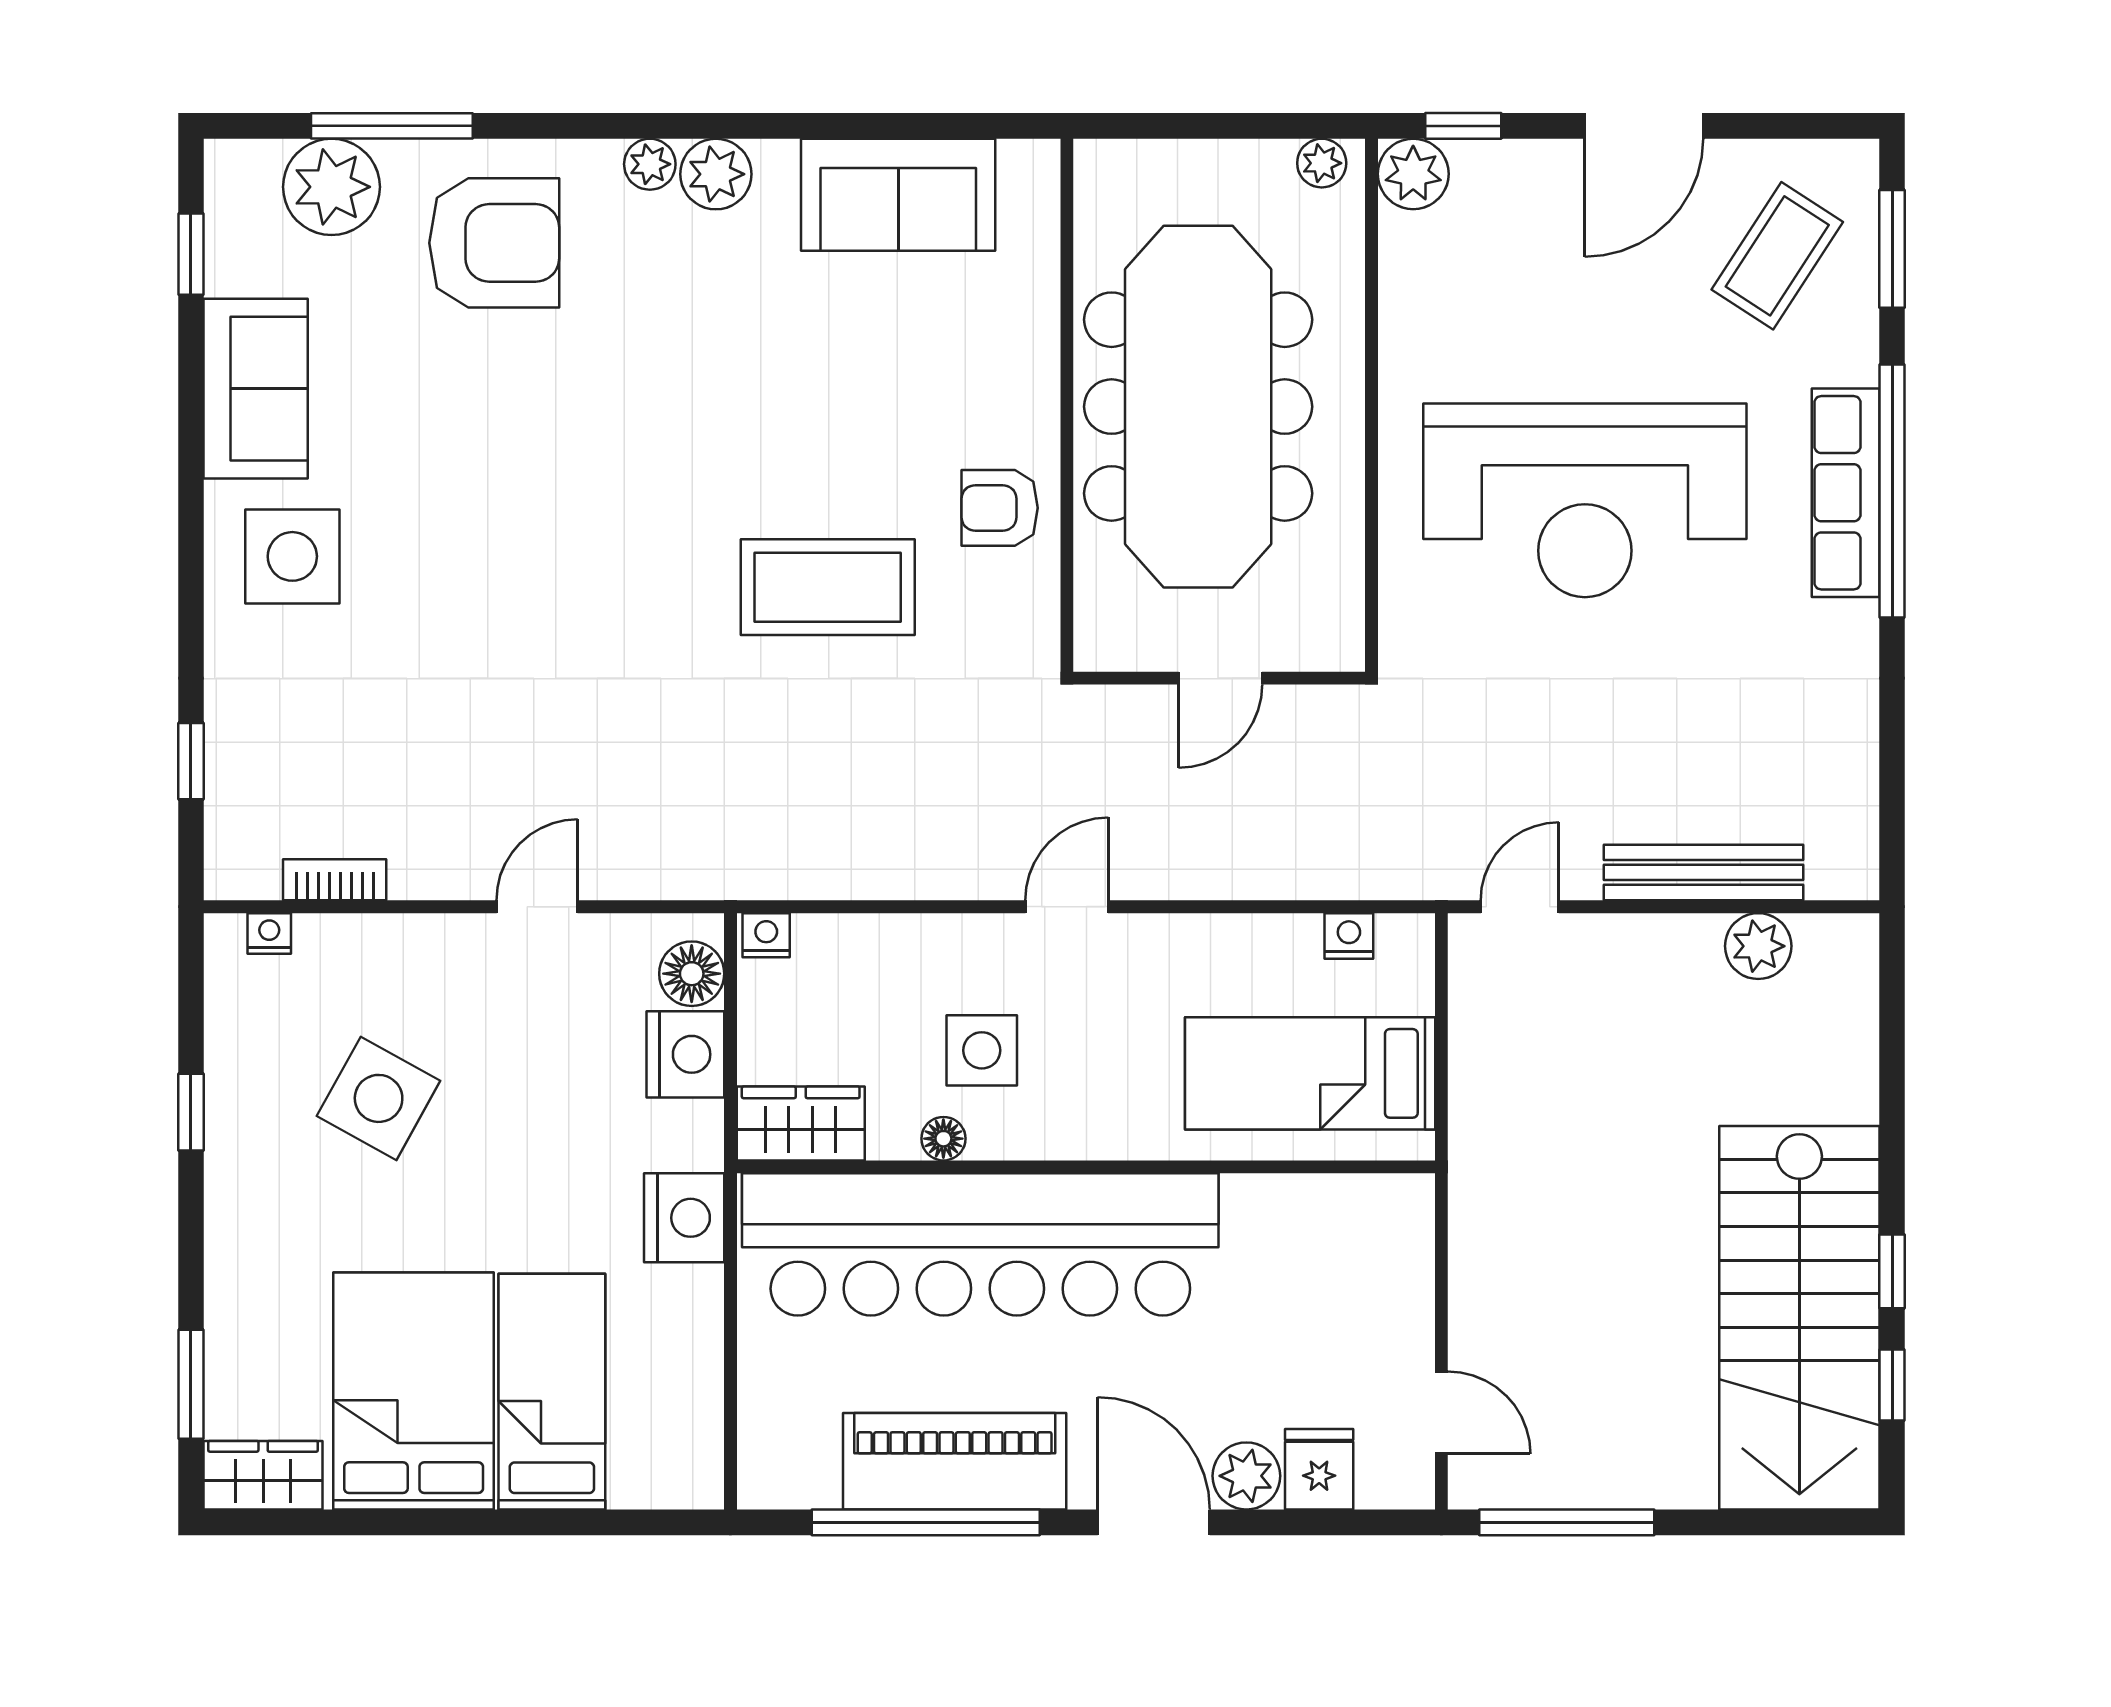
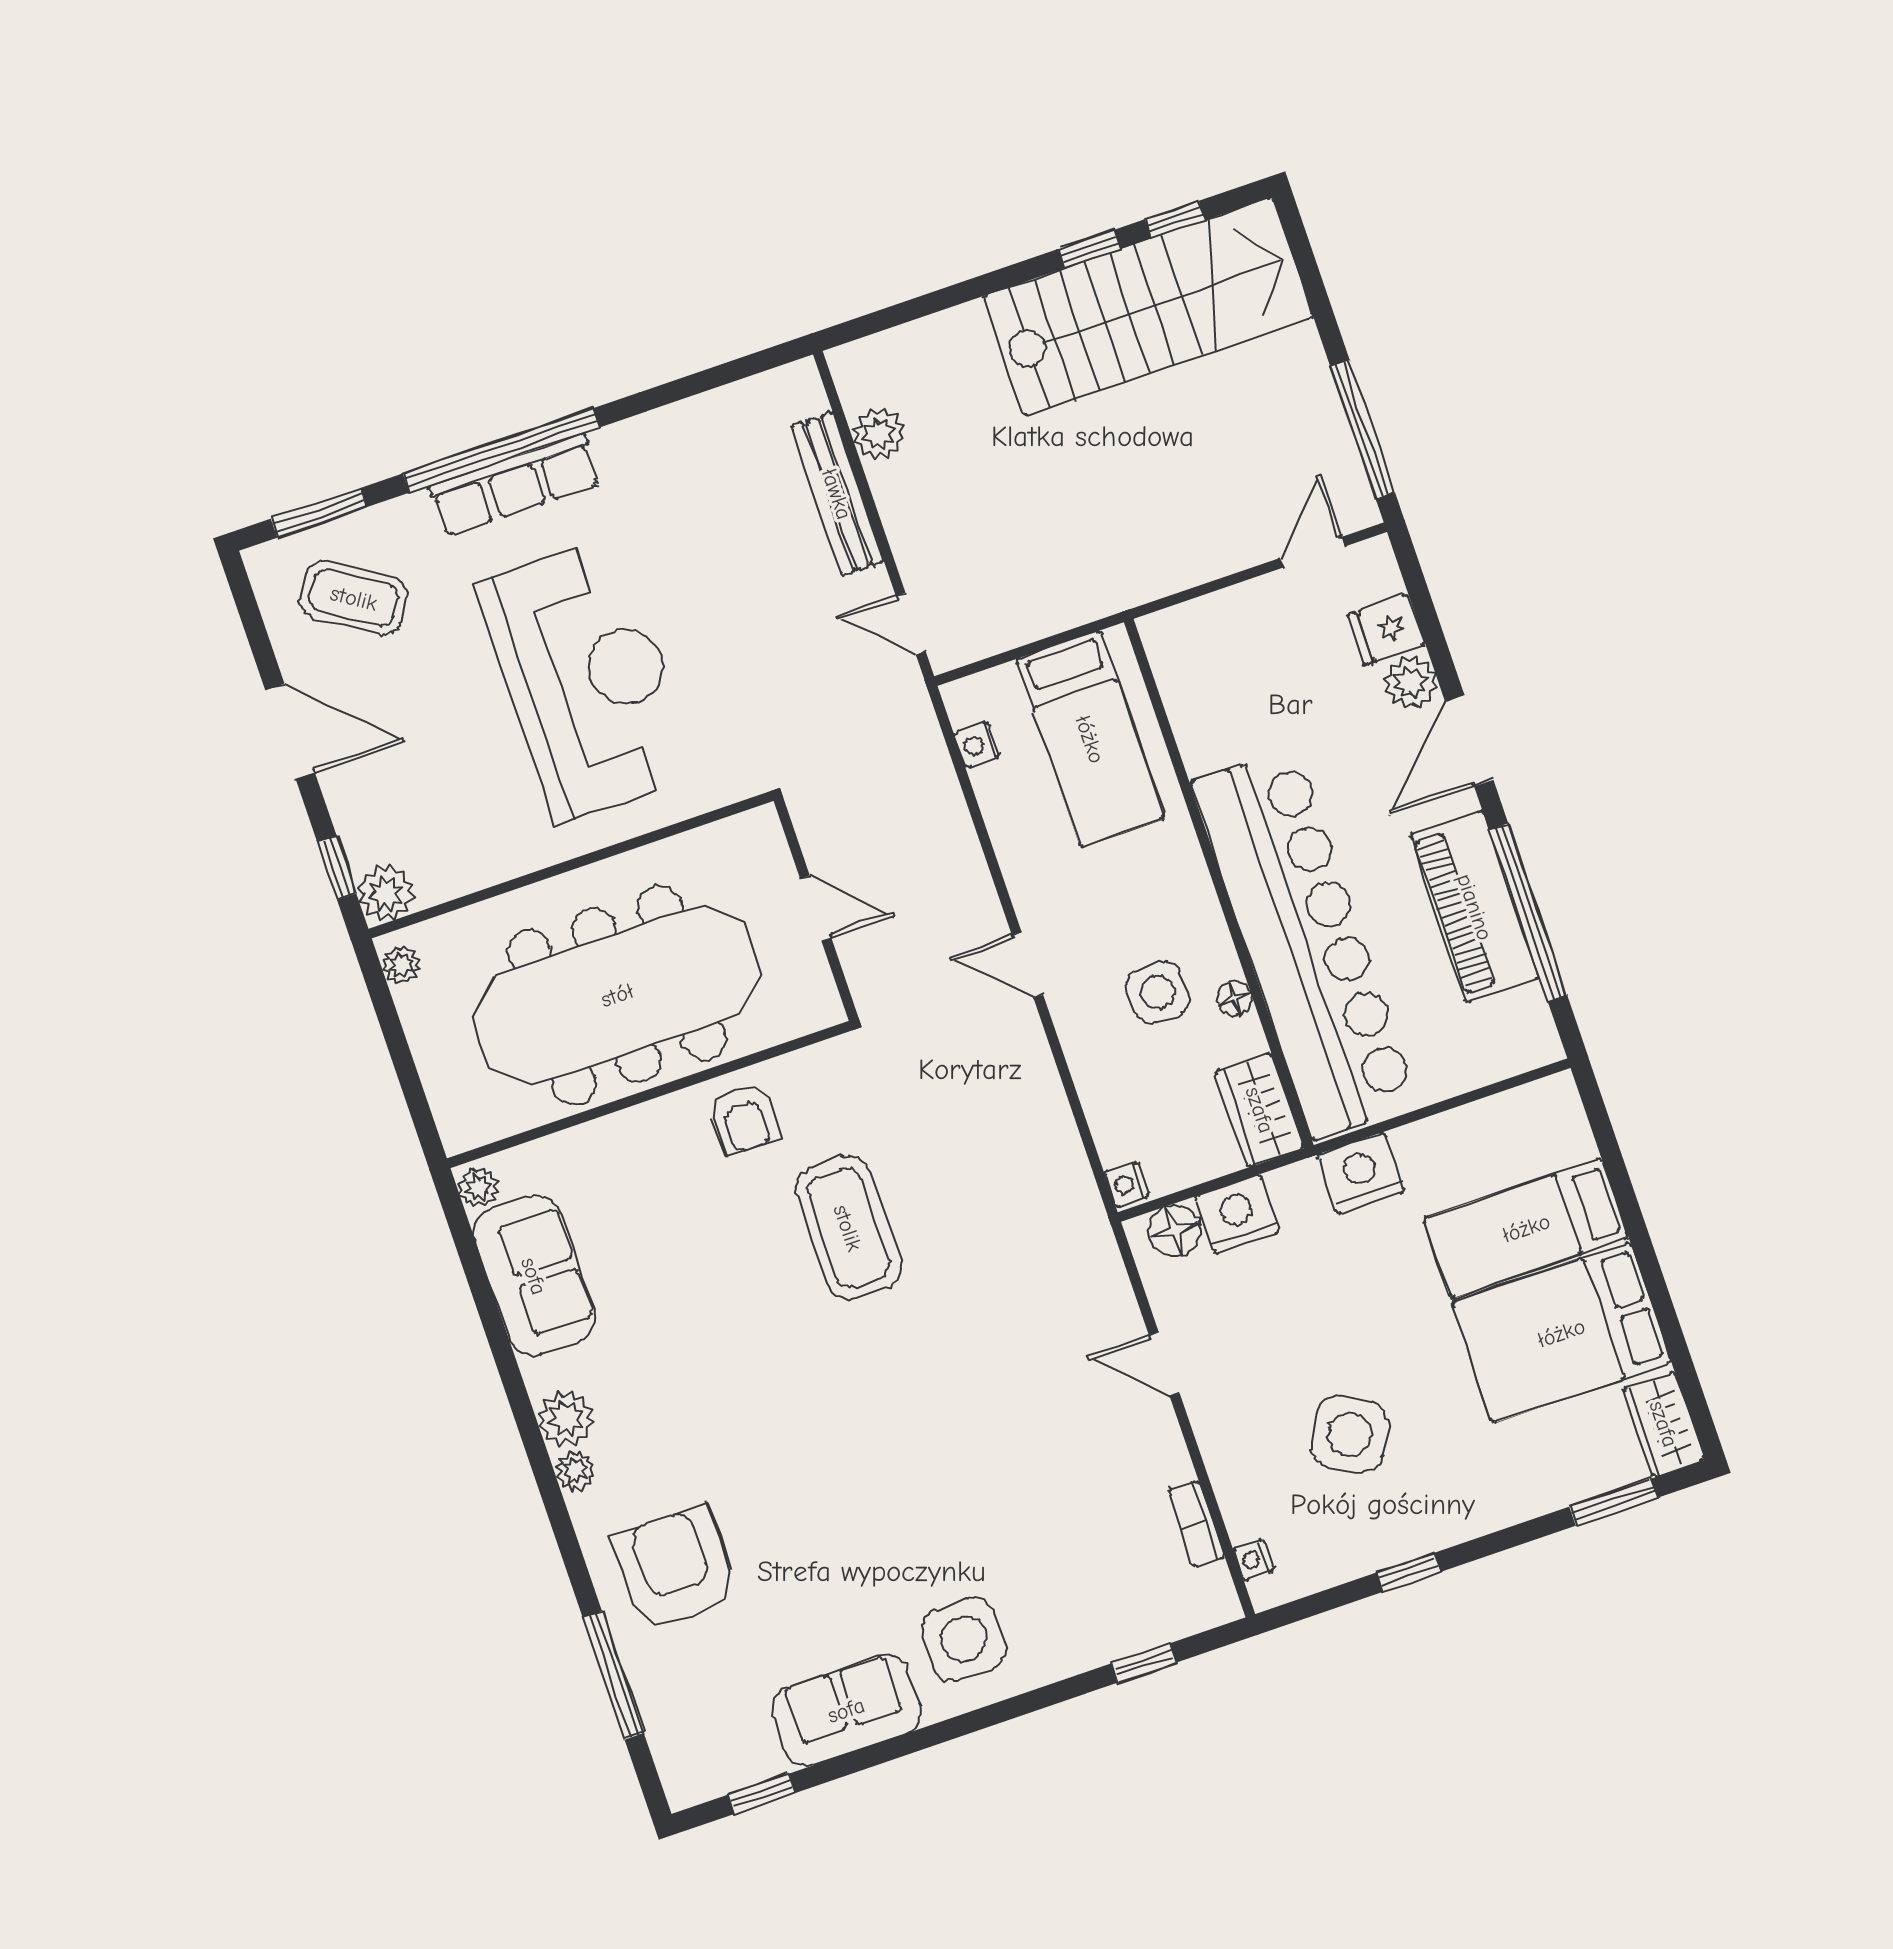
plant: (331, 187) -> (479, 1187), moved, width x0.53, depth x0.53

